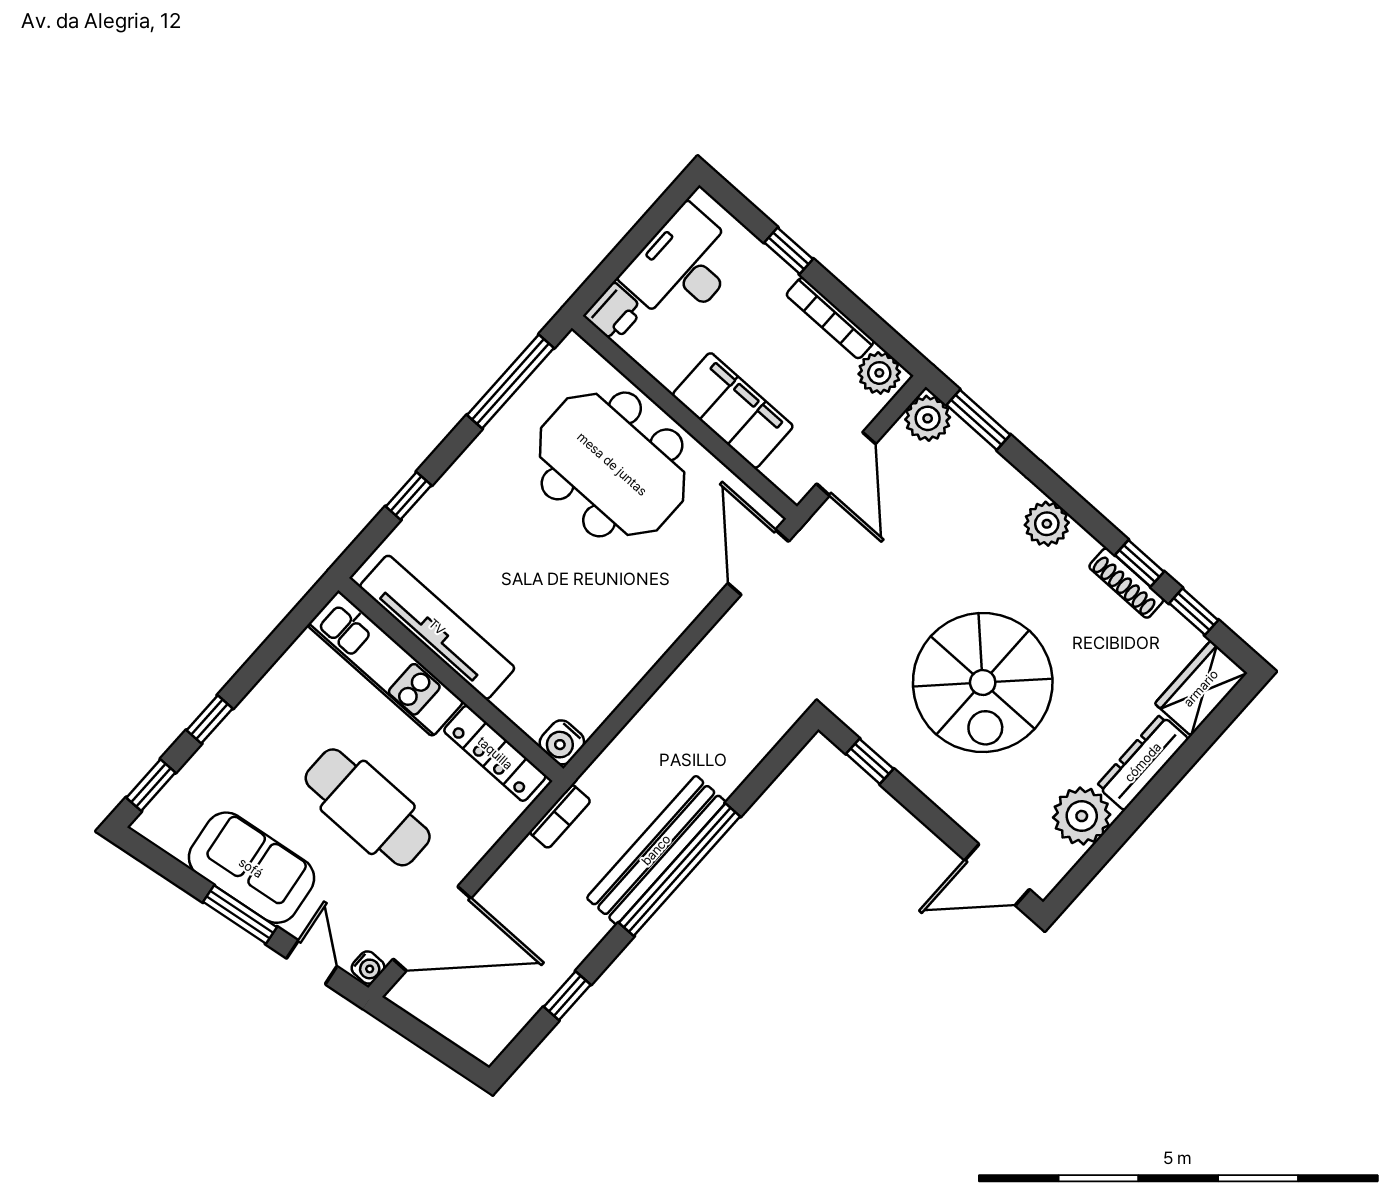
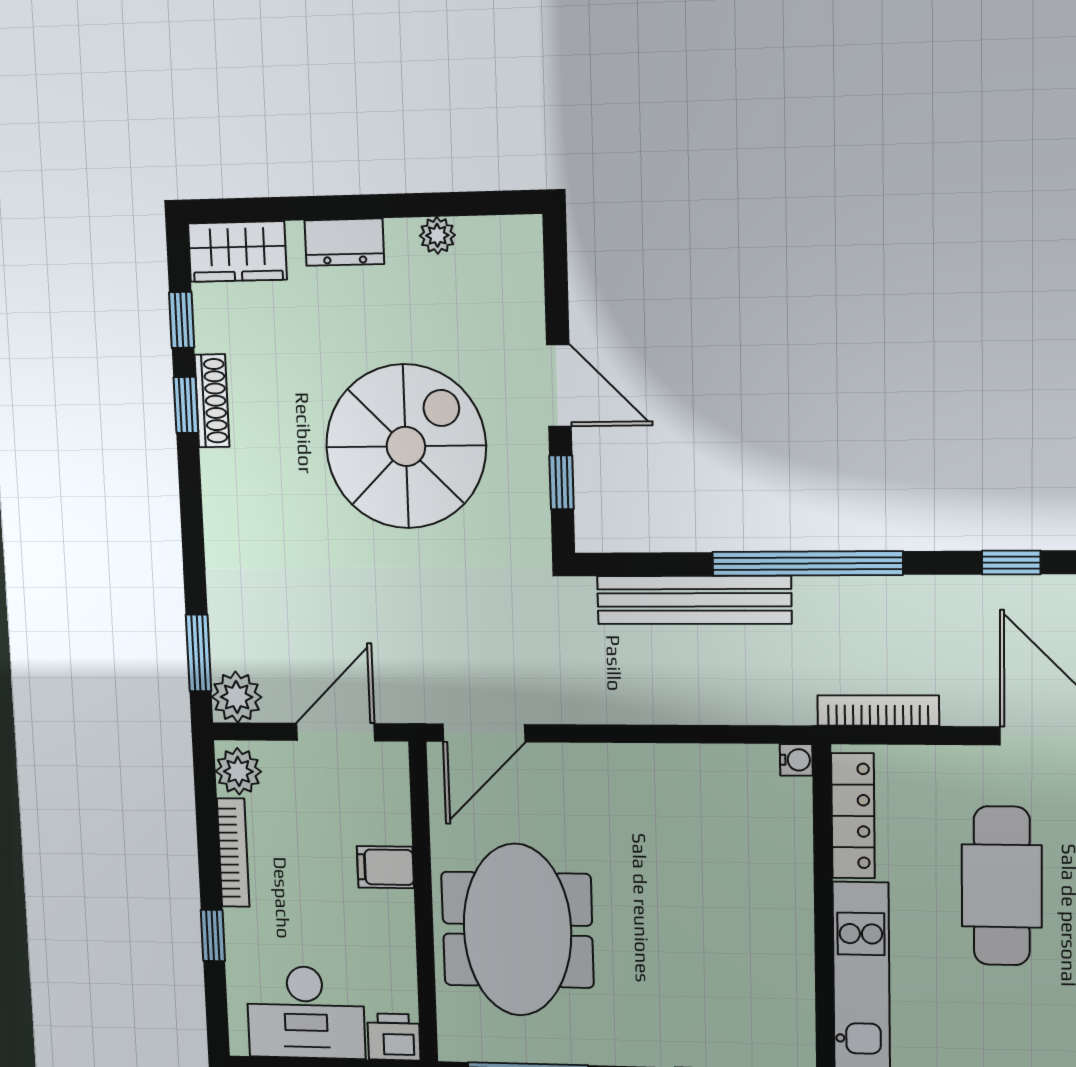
filing cabinet: (733, 411) -> (385, 867), width x0.33, depth x0.86
plant: (1047, 524) -> (227, 516), removed
tv unit: (437, 627) -> (789, 960), removed
water cooler: (562, 742) -> (796, 760), width x0.72, depth x0.72
dresser: (1143, 762) -> (344, 242), width x0.70
bookcase: (560, 816) -> (878, 711), width x1.56
plant: (1082, 816) -> (437, 235), width x0.53, depth x0.53
bench: (656, 850) -> (694, 600), moved
door: (997, 875) -> (559, 386), moved

